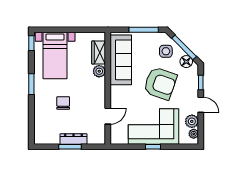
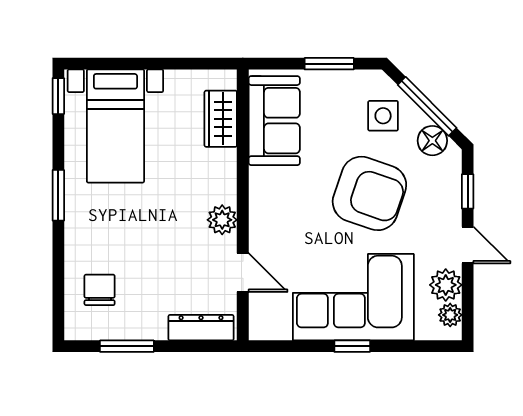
window: (144, 30) -> (329, 64), width x0.69
sofa: (121, 60) -> (274, 121), width x0.73
plant: (99, 71) -> (222, 220), moved
chair: (63, 103) -> (100, 290), moved
door: (108, 116) -> (243, 273), hinge flipped
dresser: (73, 139) -> (201, 328), moved
window: (70, 147) -> (127, 346), moved

